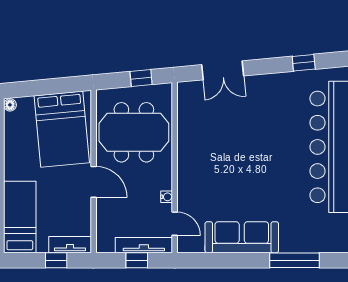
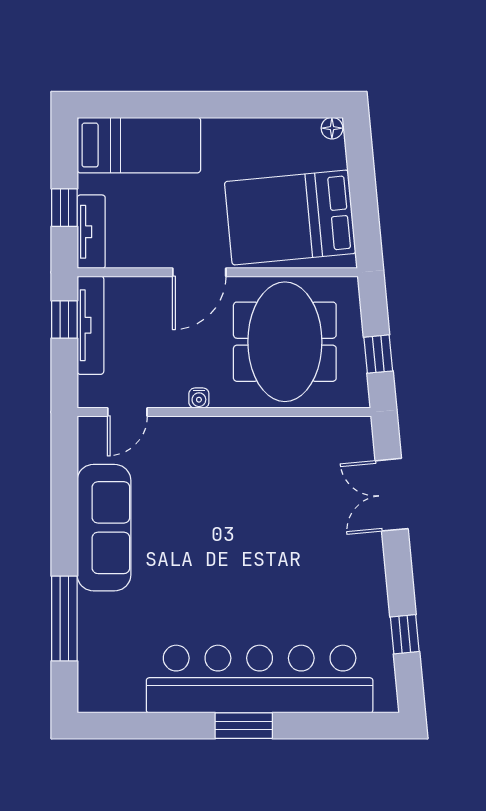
water cooler: (167, 197) -> (199, 398), moved
tv unit: (144, 245) -> (90, 325), moved
window: (137, 260) -> (64, 320), moved

